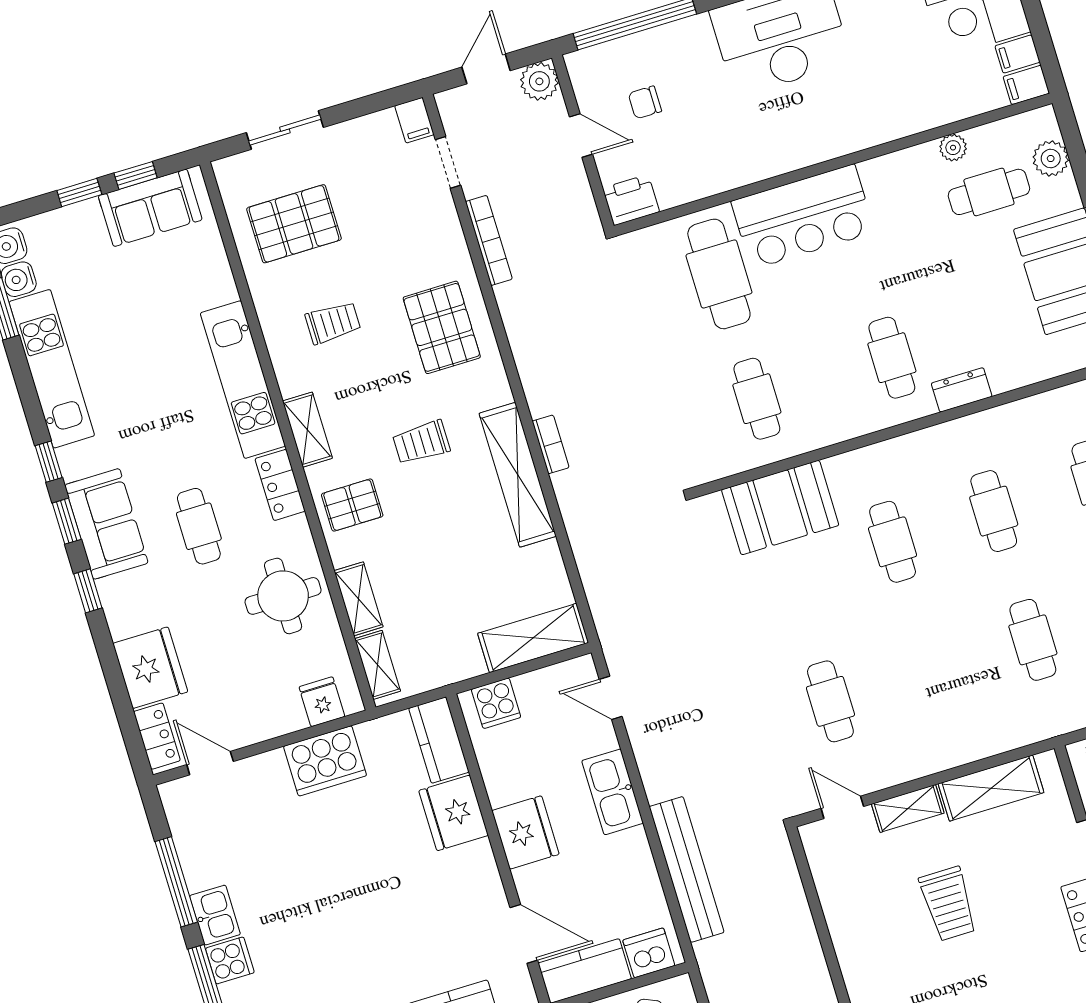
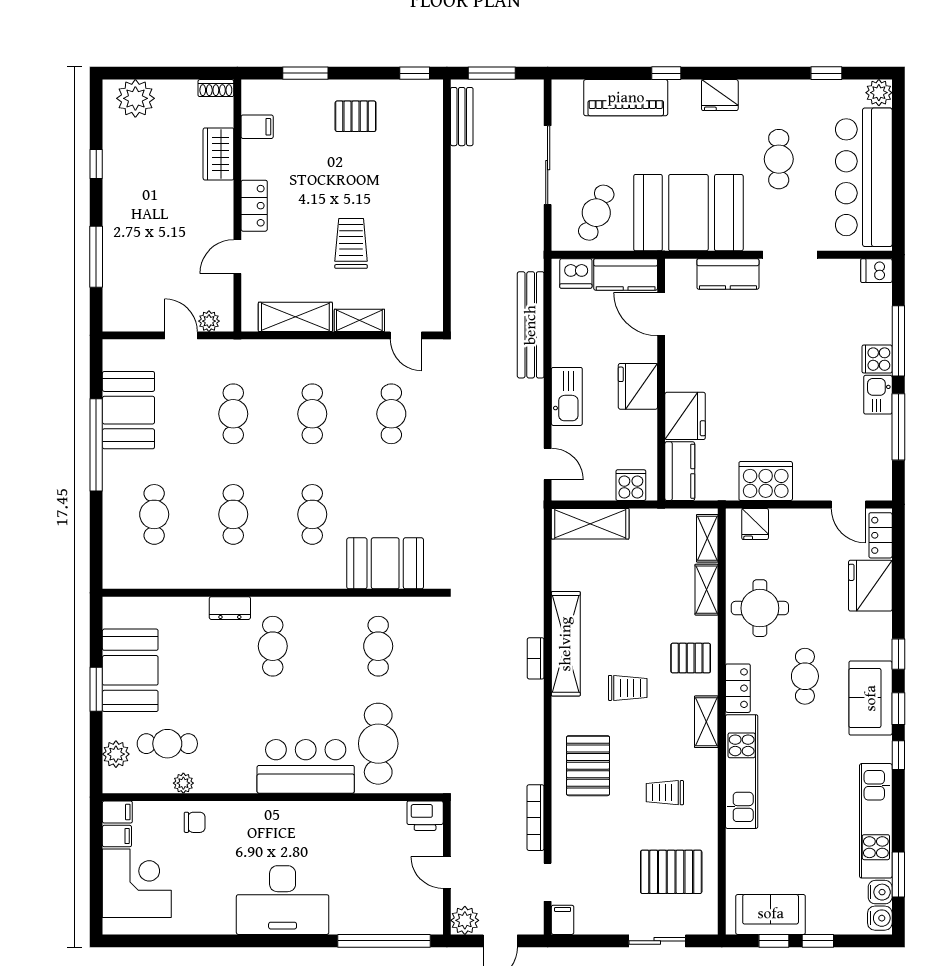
chair: (645, 102) -> (195, 822), moved
cafe table: (932, 671) -> (312, 414), added

